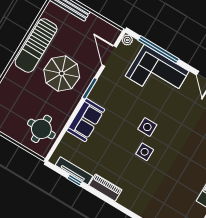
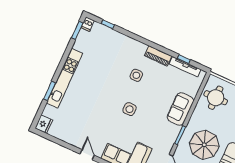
side table: (145, 152) -> (136, 75), moved

